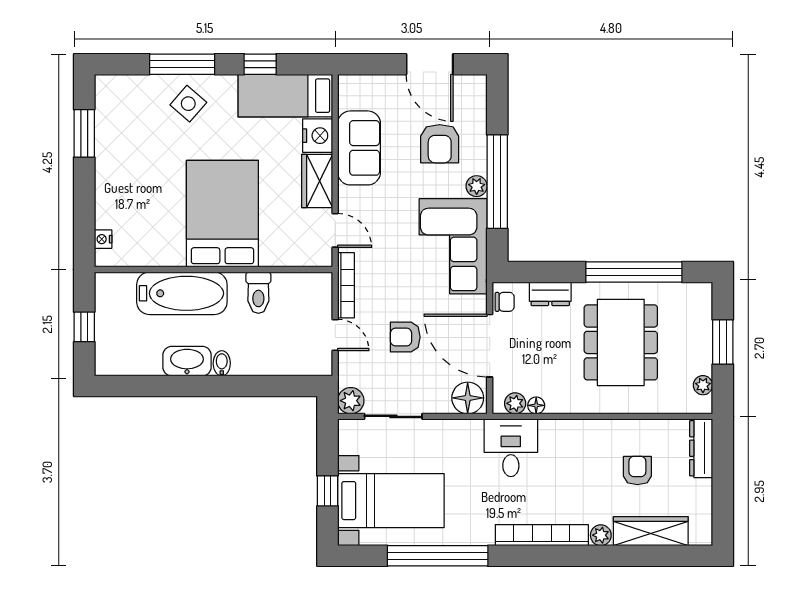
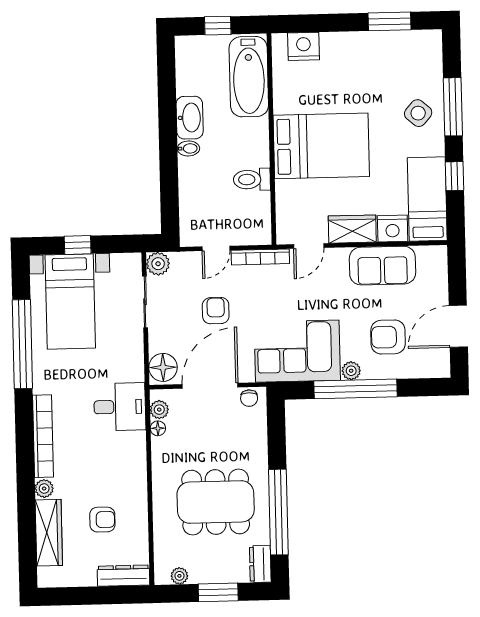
nightstand: (103, 239) -> (303, 46), width x1.89, depth x1.79
bathtub: (182, 293) -> (249, 77), moved
dresser: (550, 294) -> (260, 564), moved

